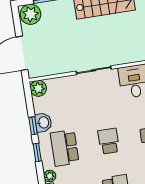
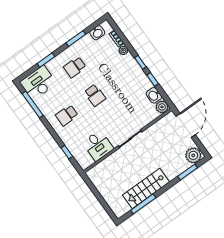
washbasin: (43, 122) -> (154, 95), moved
school desk: (65, 148) -> (123, 75), removed

